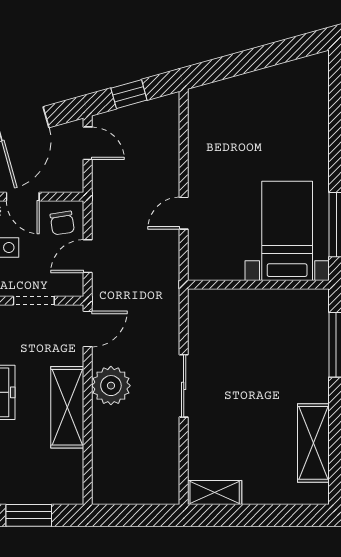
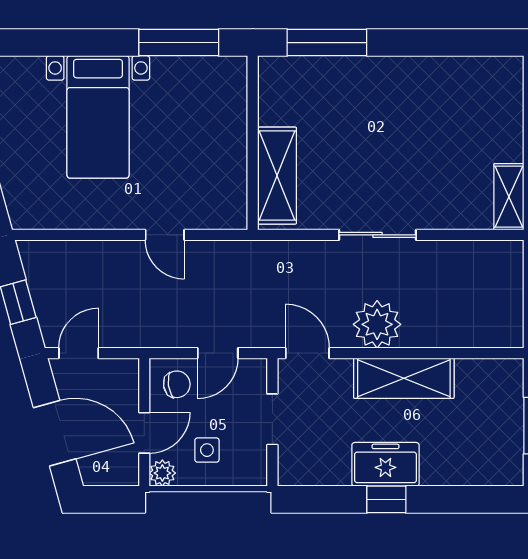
bed with nightstands: (287, 231) -> (98, 117), moved, turned -90
door: (88, 256) -> (218, 353), hinge flipped
shelving: (313, 443) -> (277, 176), moved, turned 90

